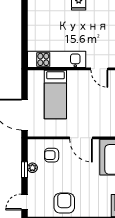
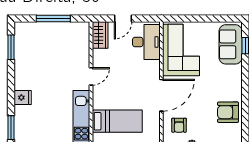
door: (81, 138) -> (161, 95), width x1.36

